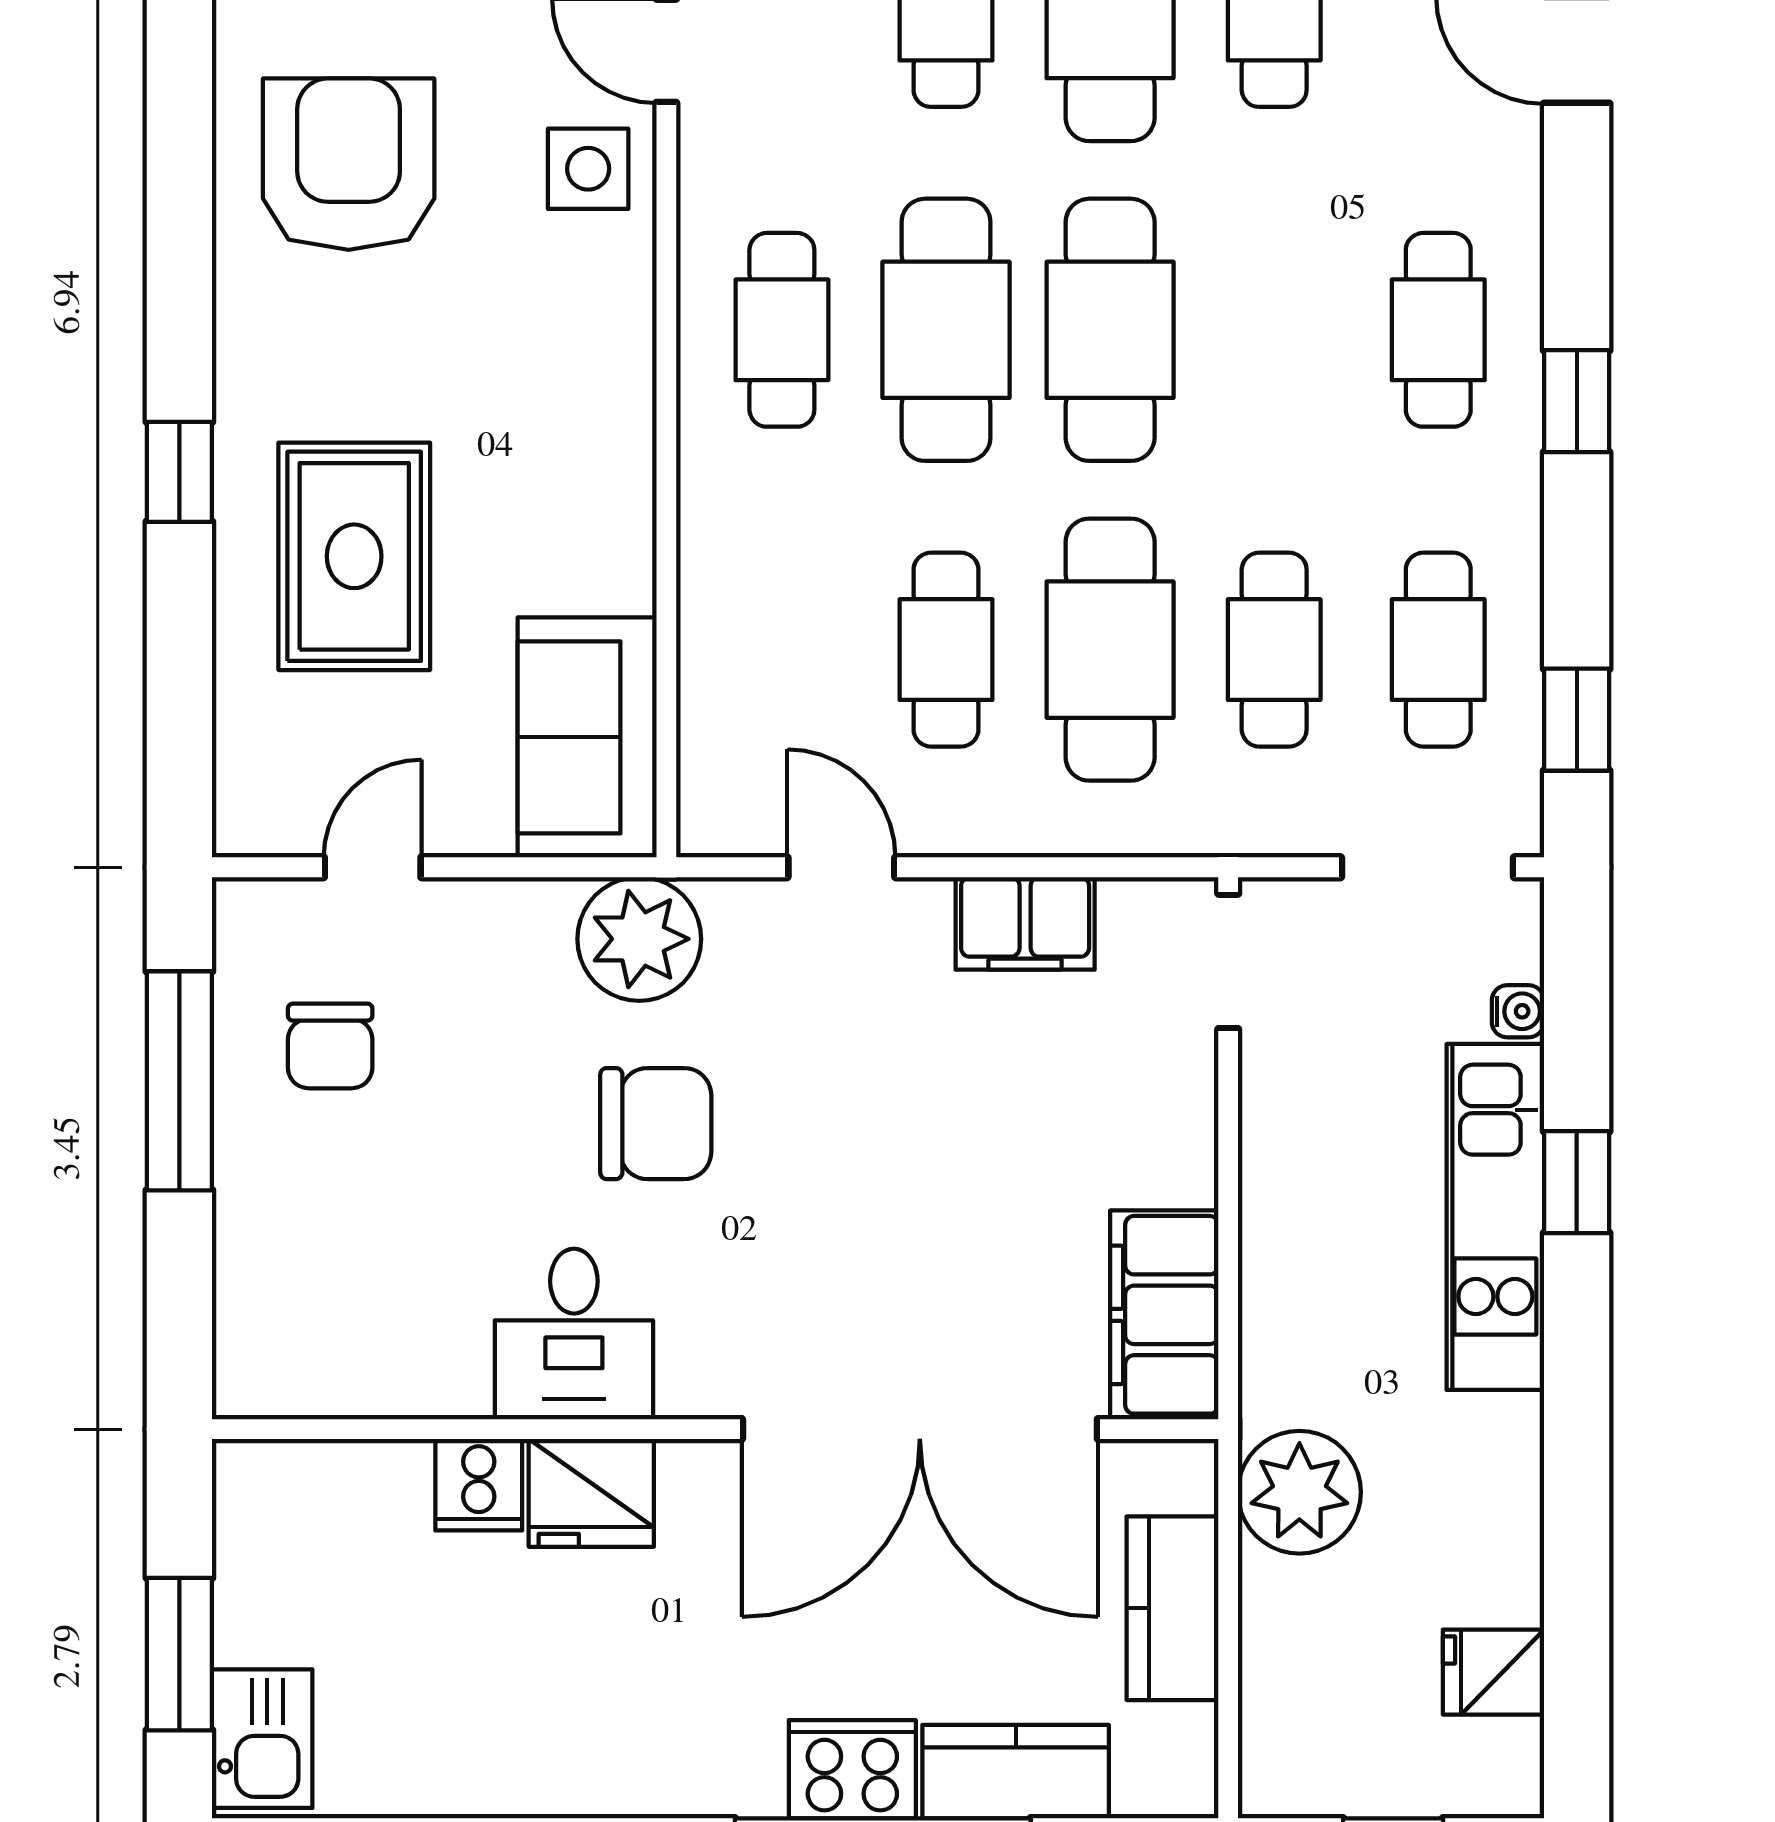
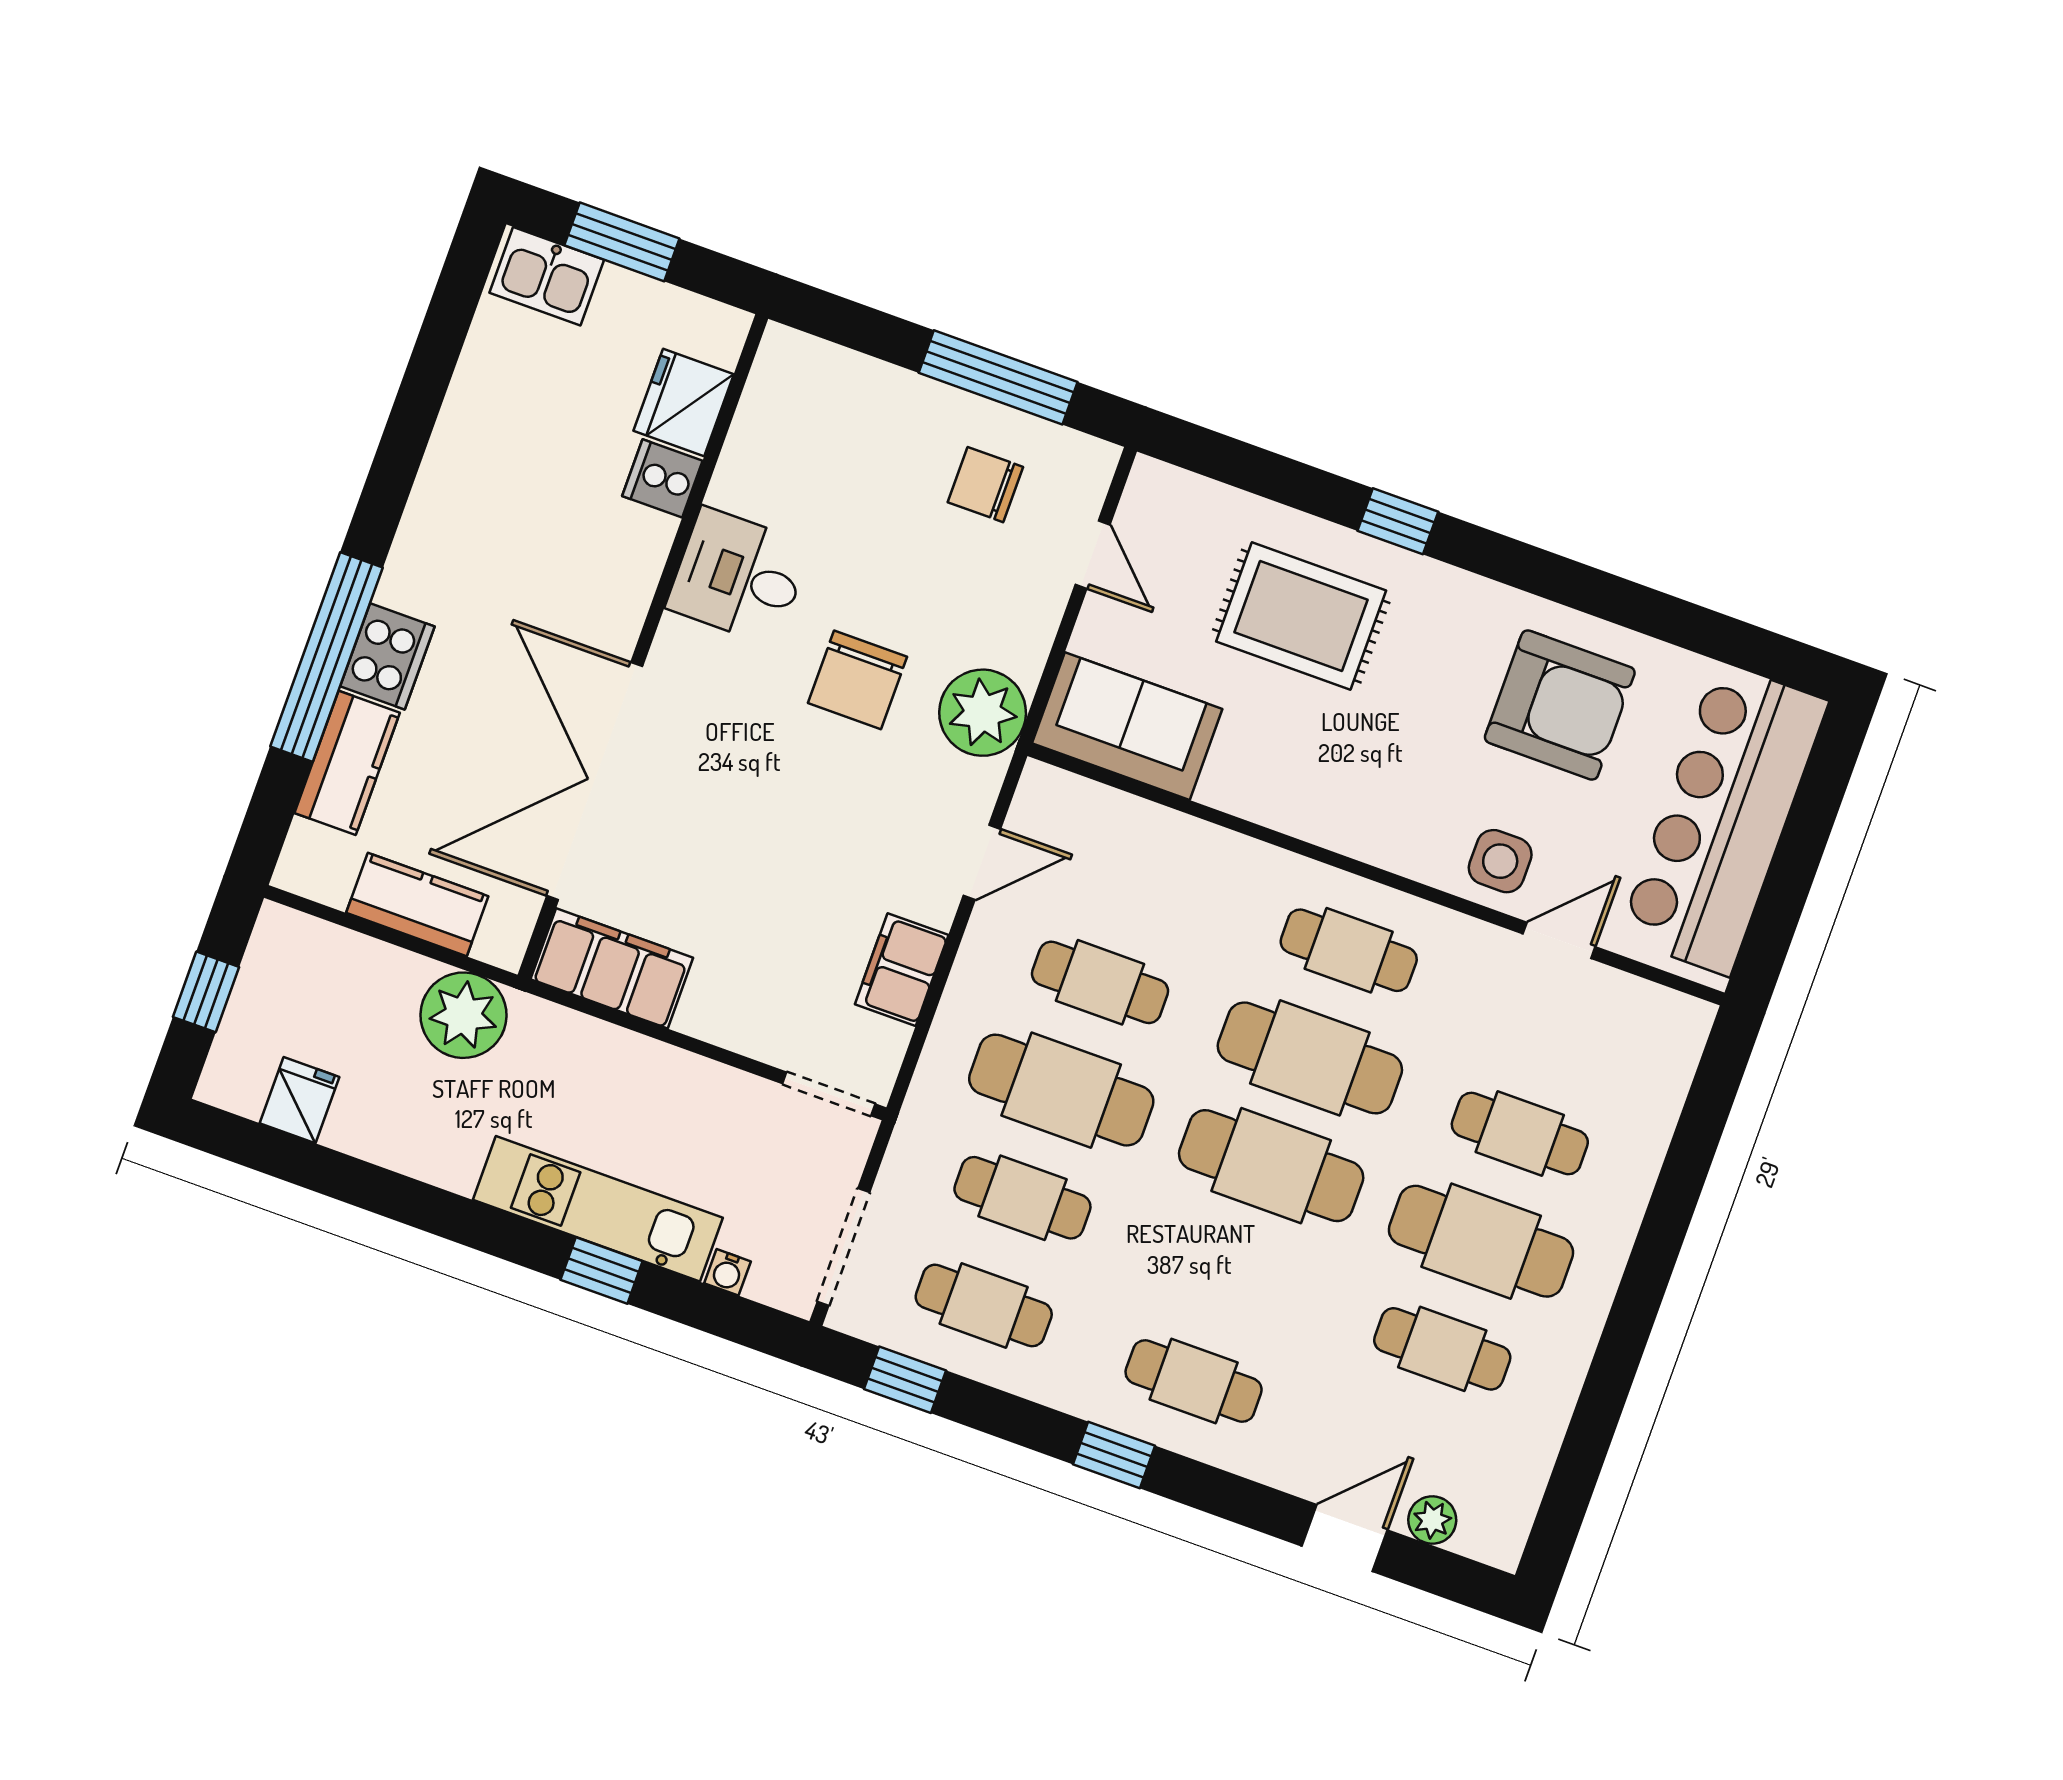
fridge: (591, 1493) -> (684, 403), moved

